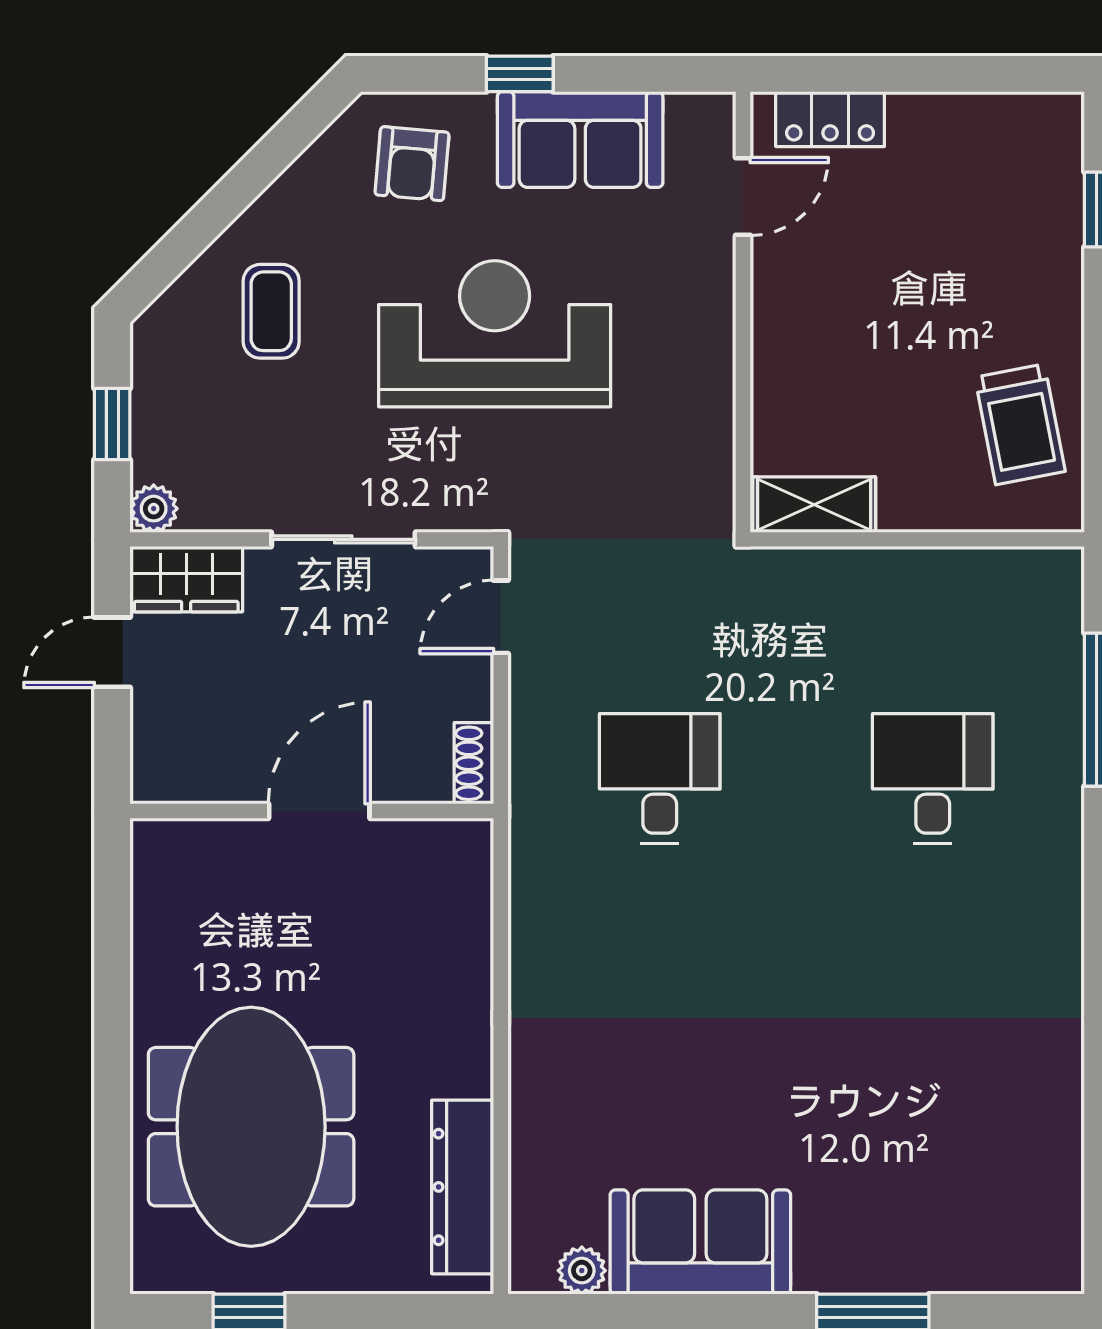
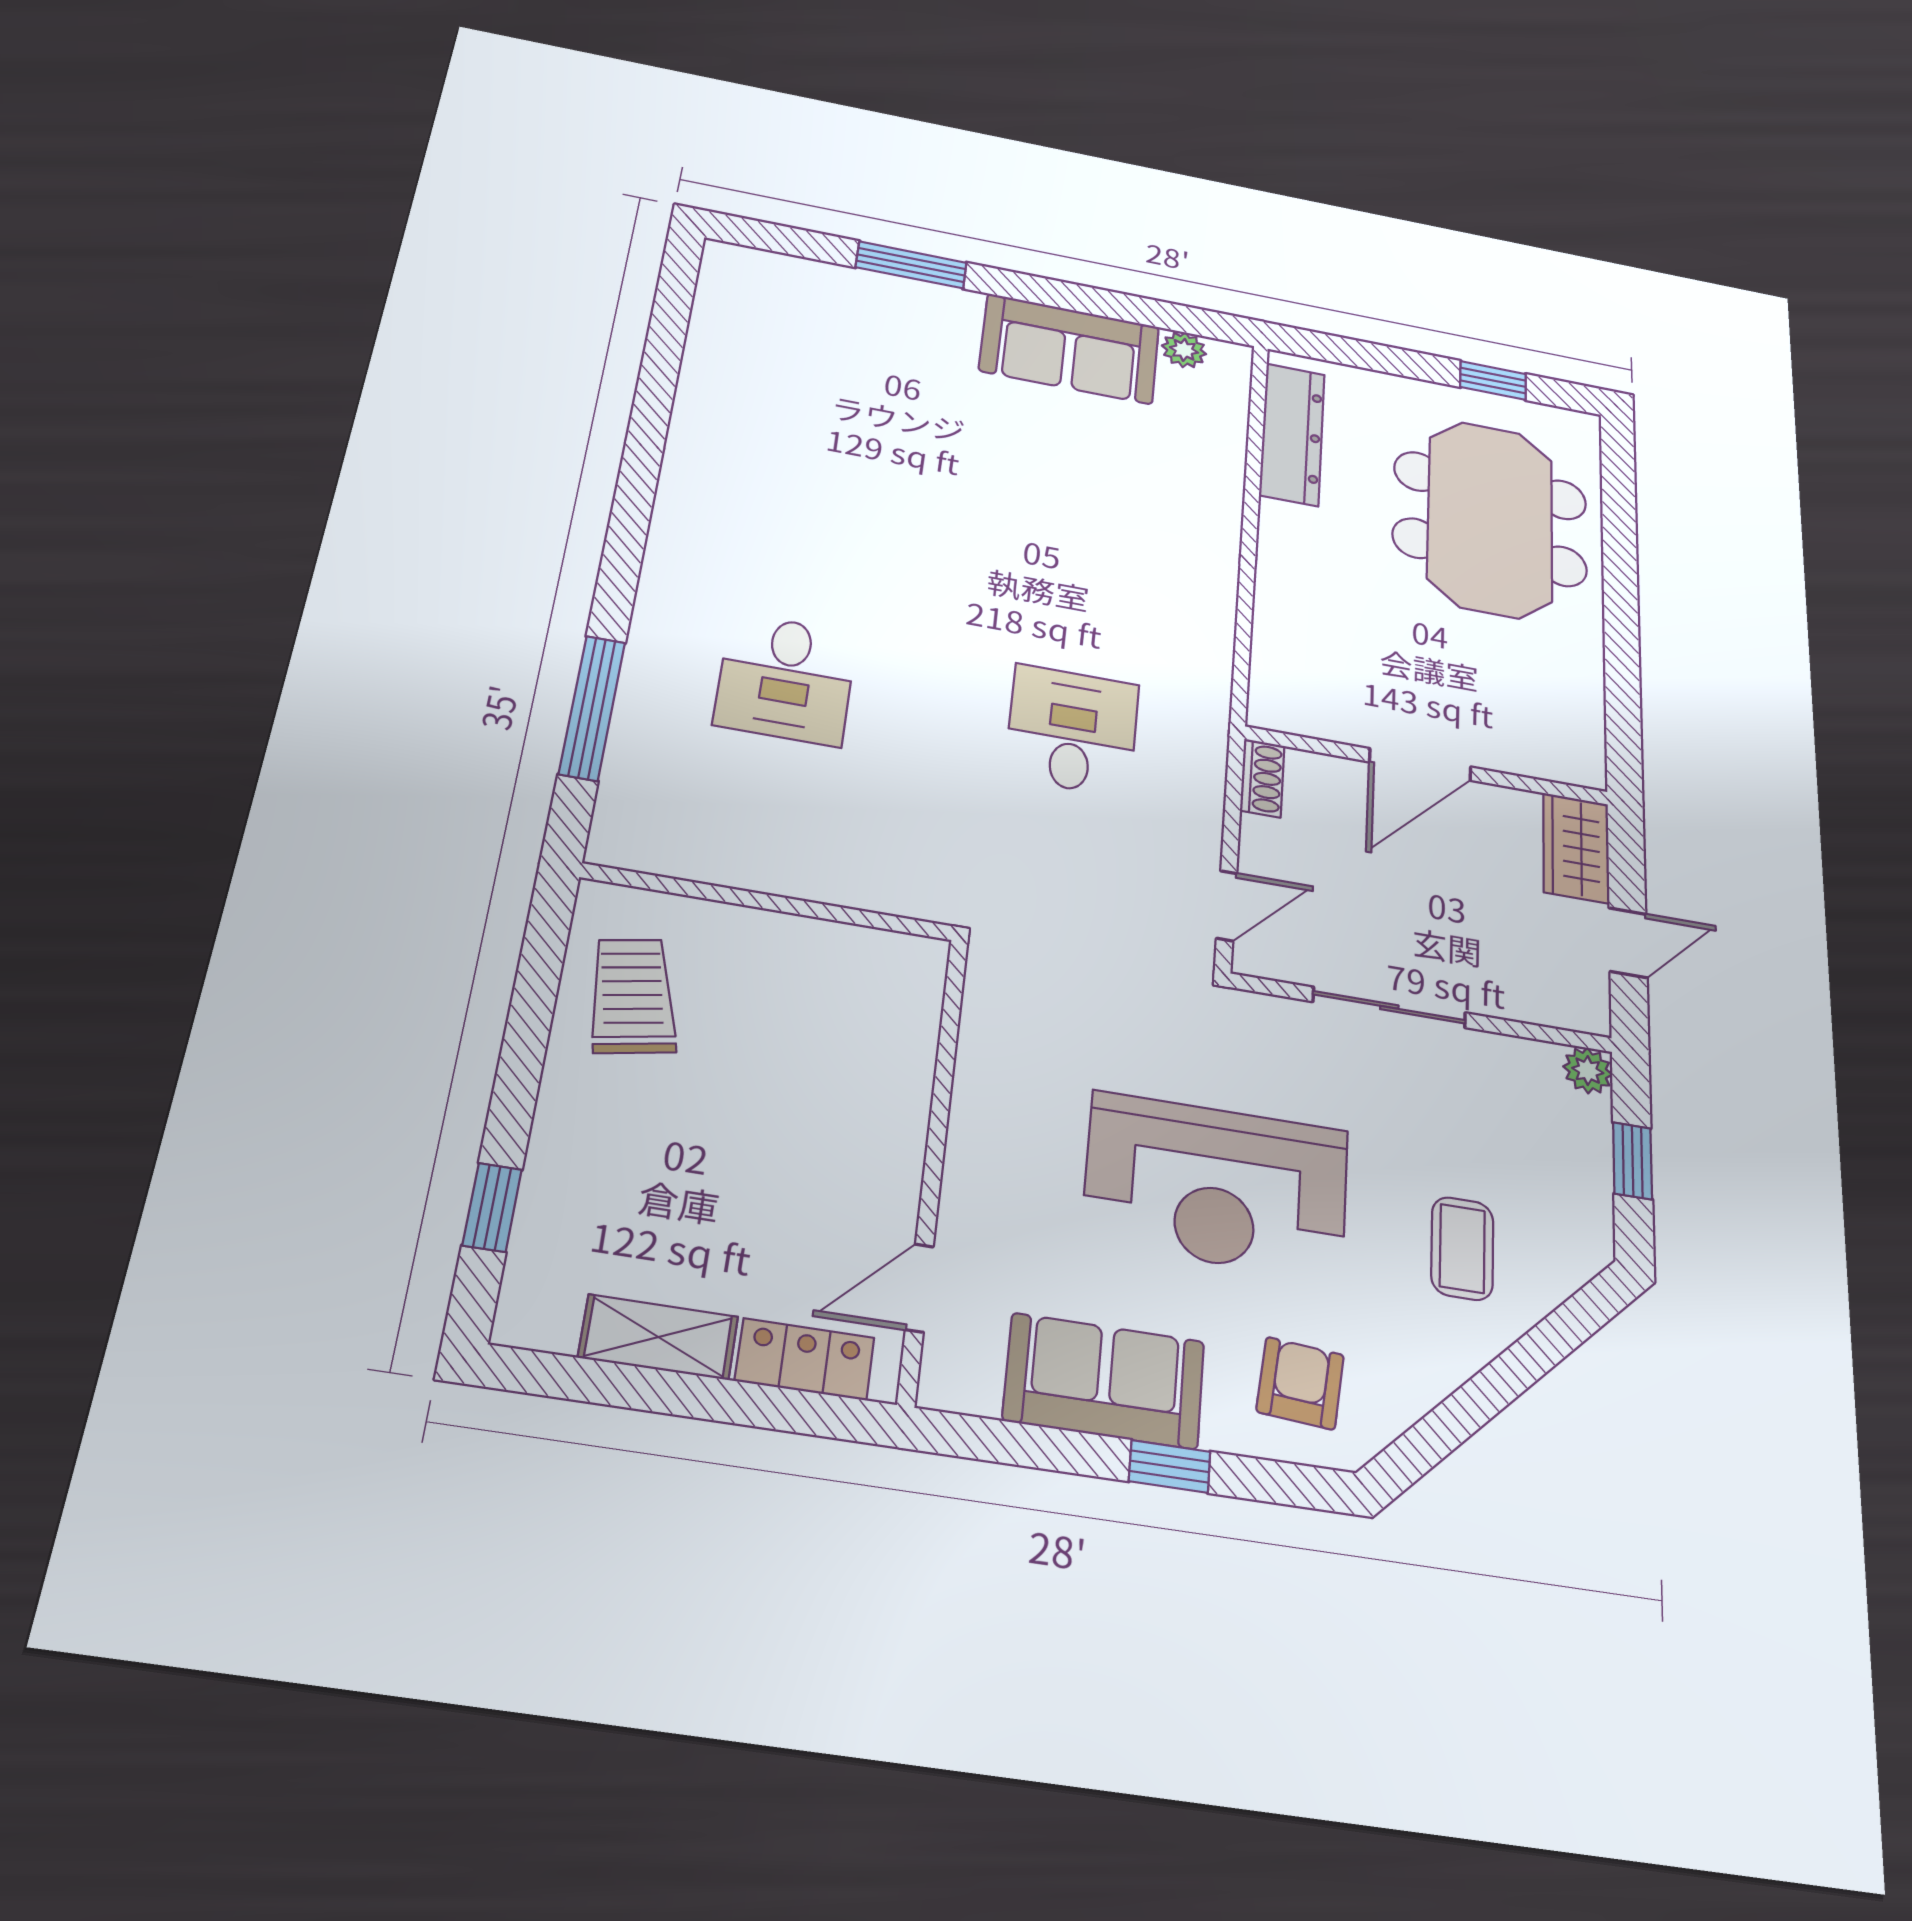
shelving: (814, 505) -> (658, 1337), moved
wardrobe: (186, 579) -> (1576, 848), moved, turned -90
desk: (660, 779) -> (1072, 730), turned 180

